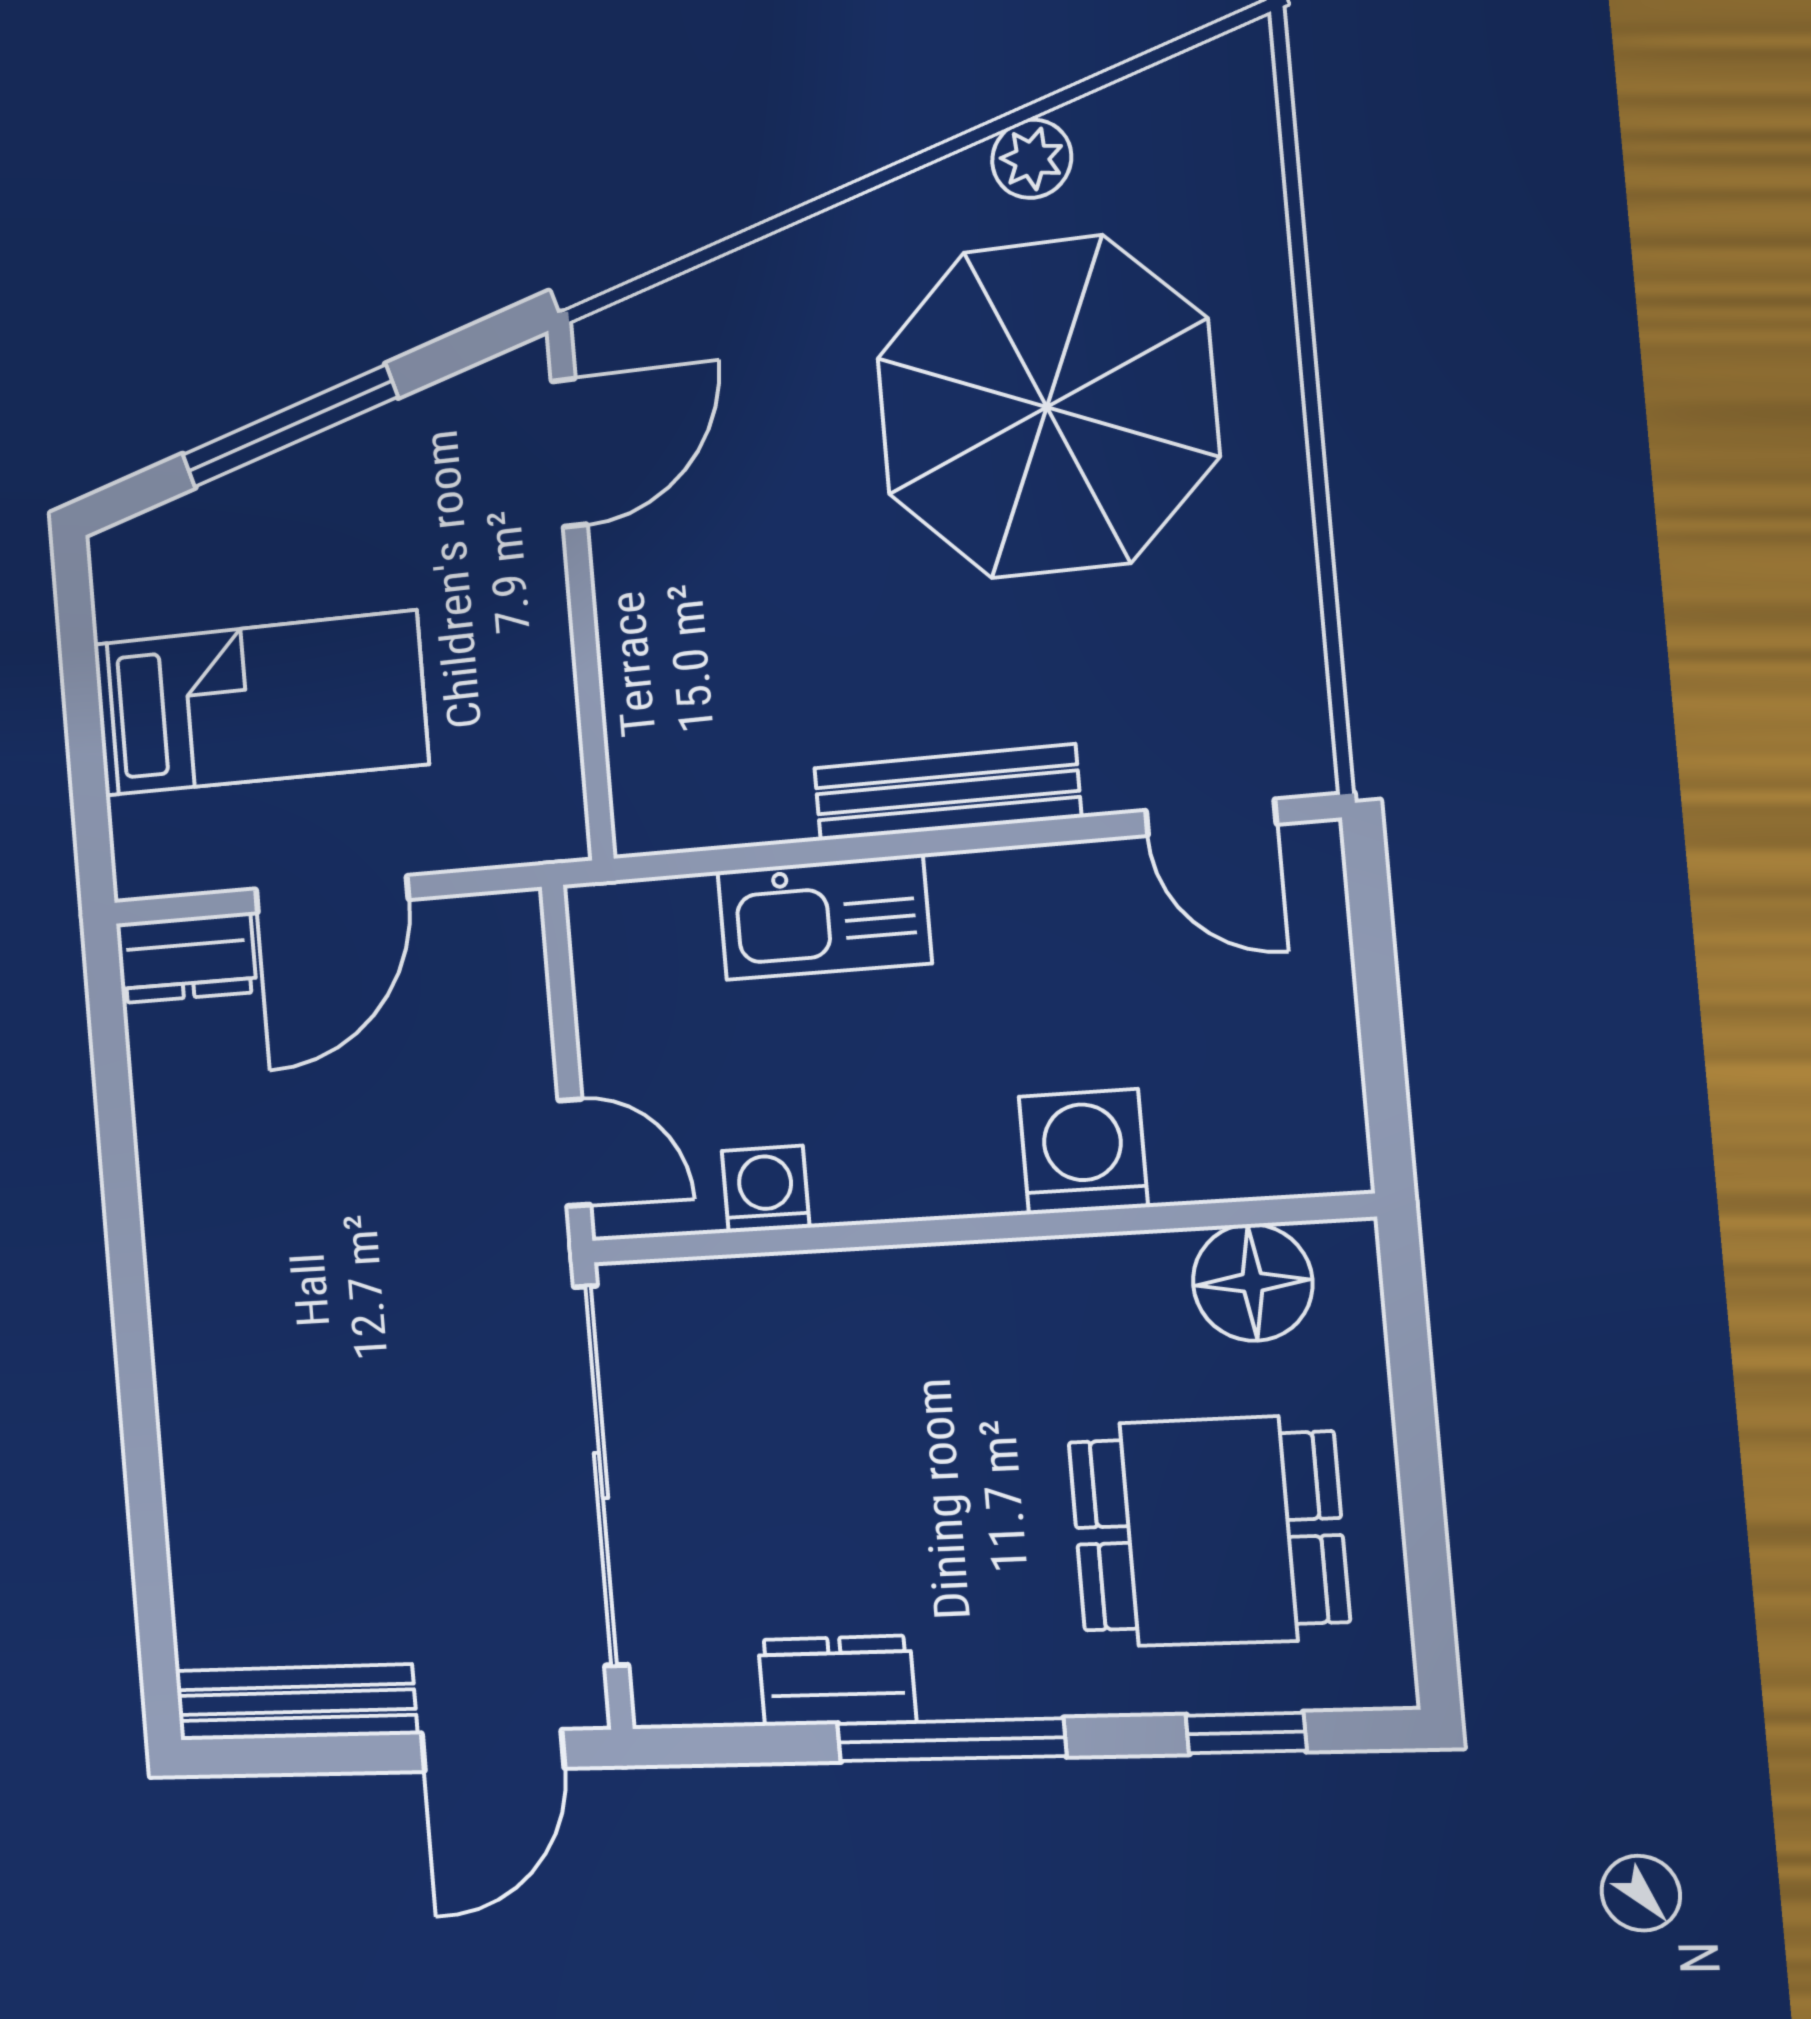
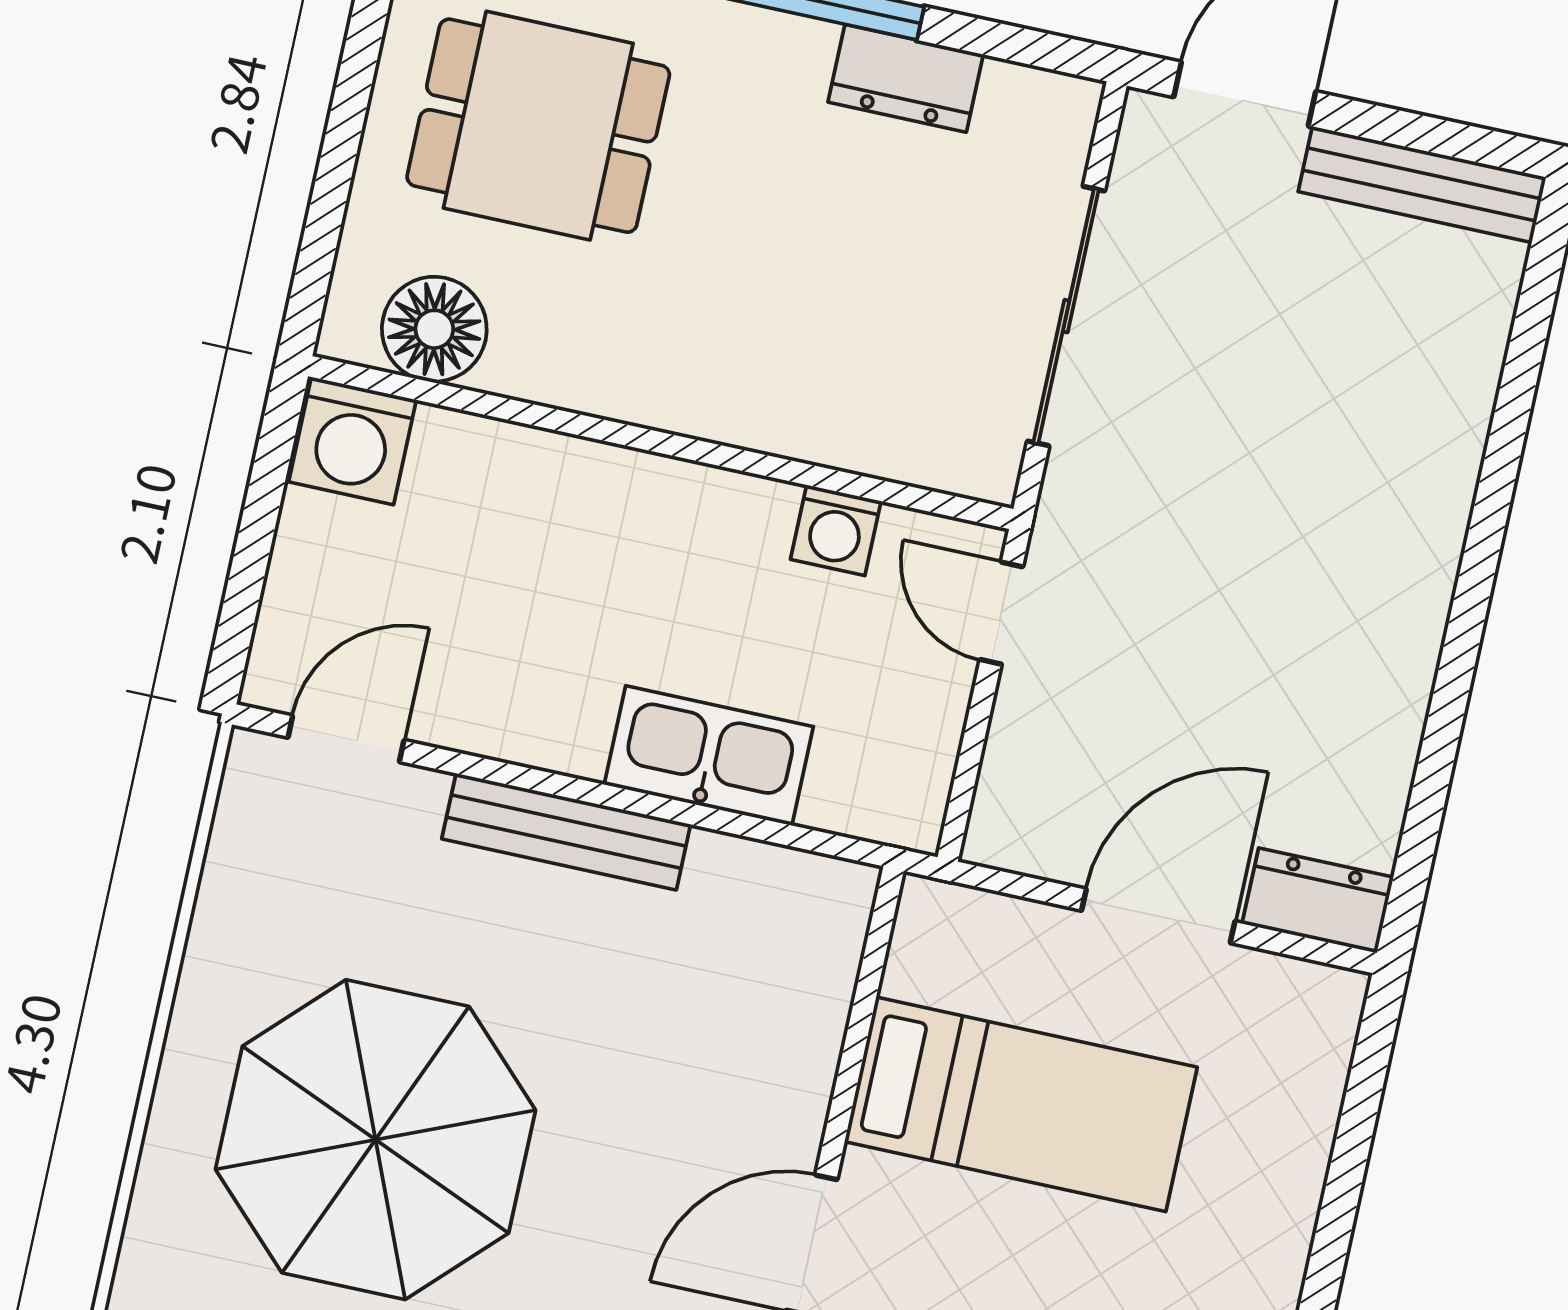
bed: (259, 704) -> (1021, 1104), moved, turned 180
door: (1211, 817) -> (346, 739), hinge flipped
washing machine: (1083, 1152) -> (353, 441), moved
sliding door: (601, 1476) -> (1066, 316), width x0.73

